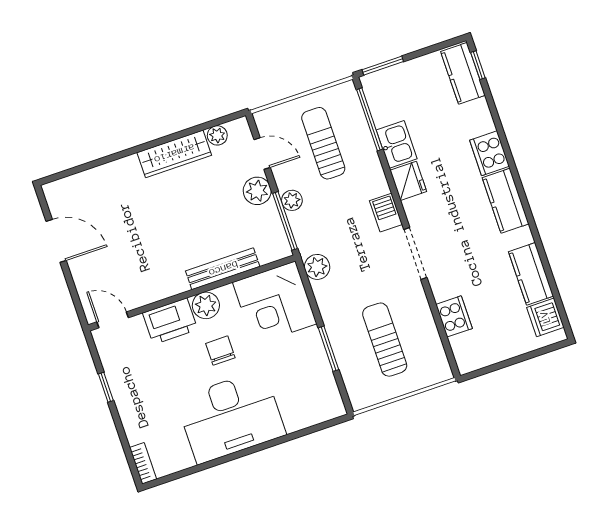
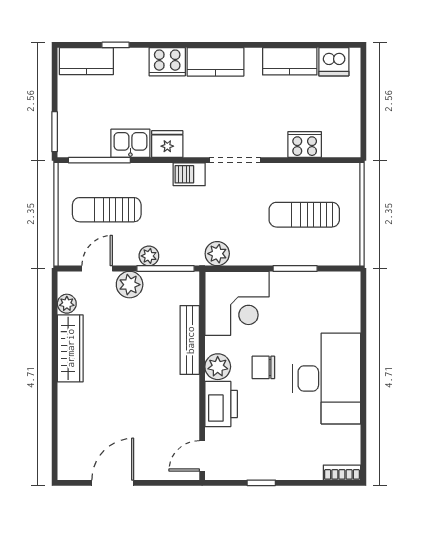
window: (478, 65) -> (116, 45), moved

